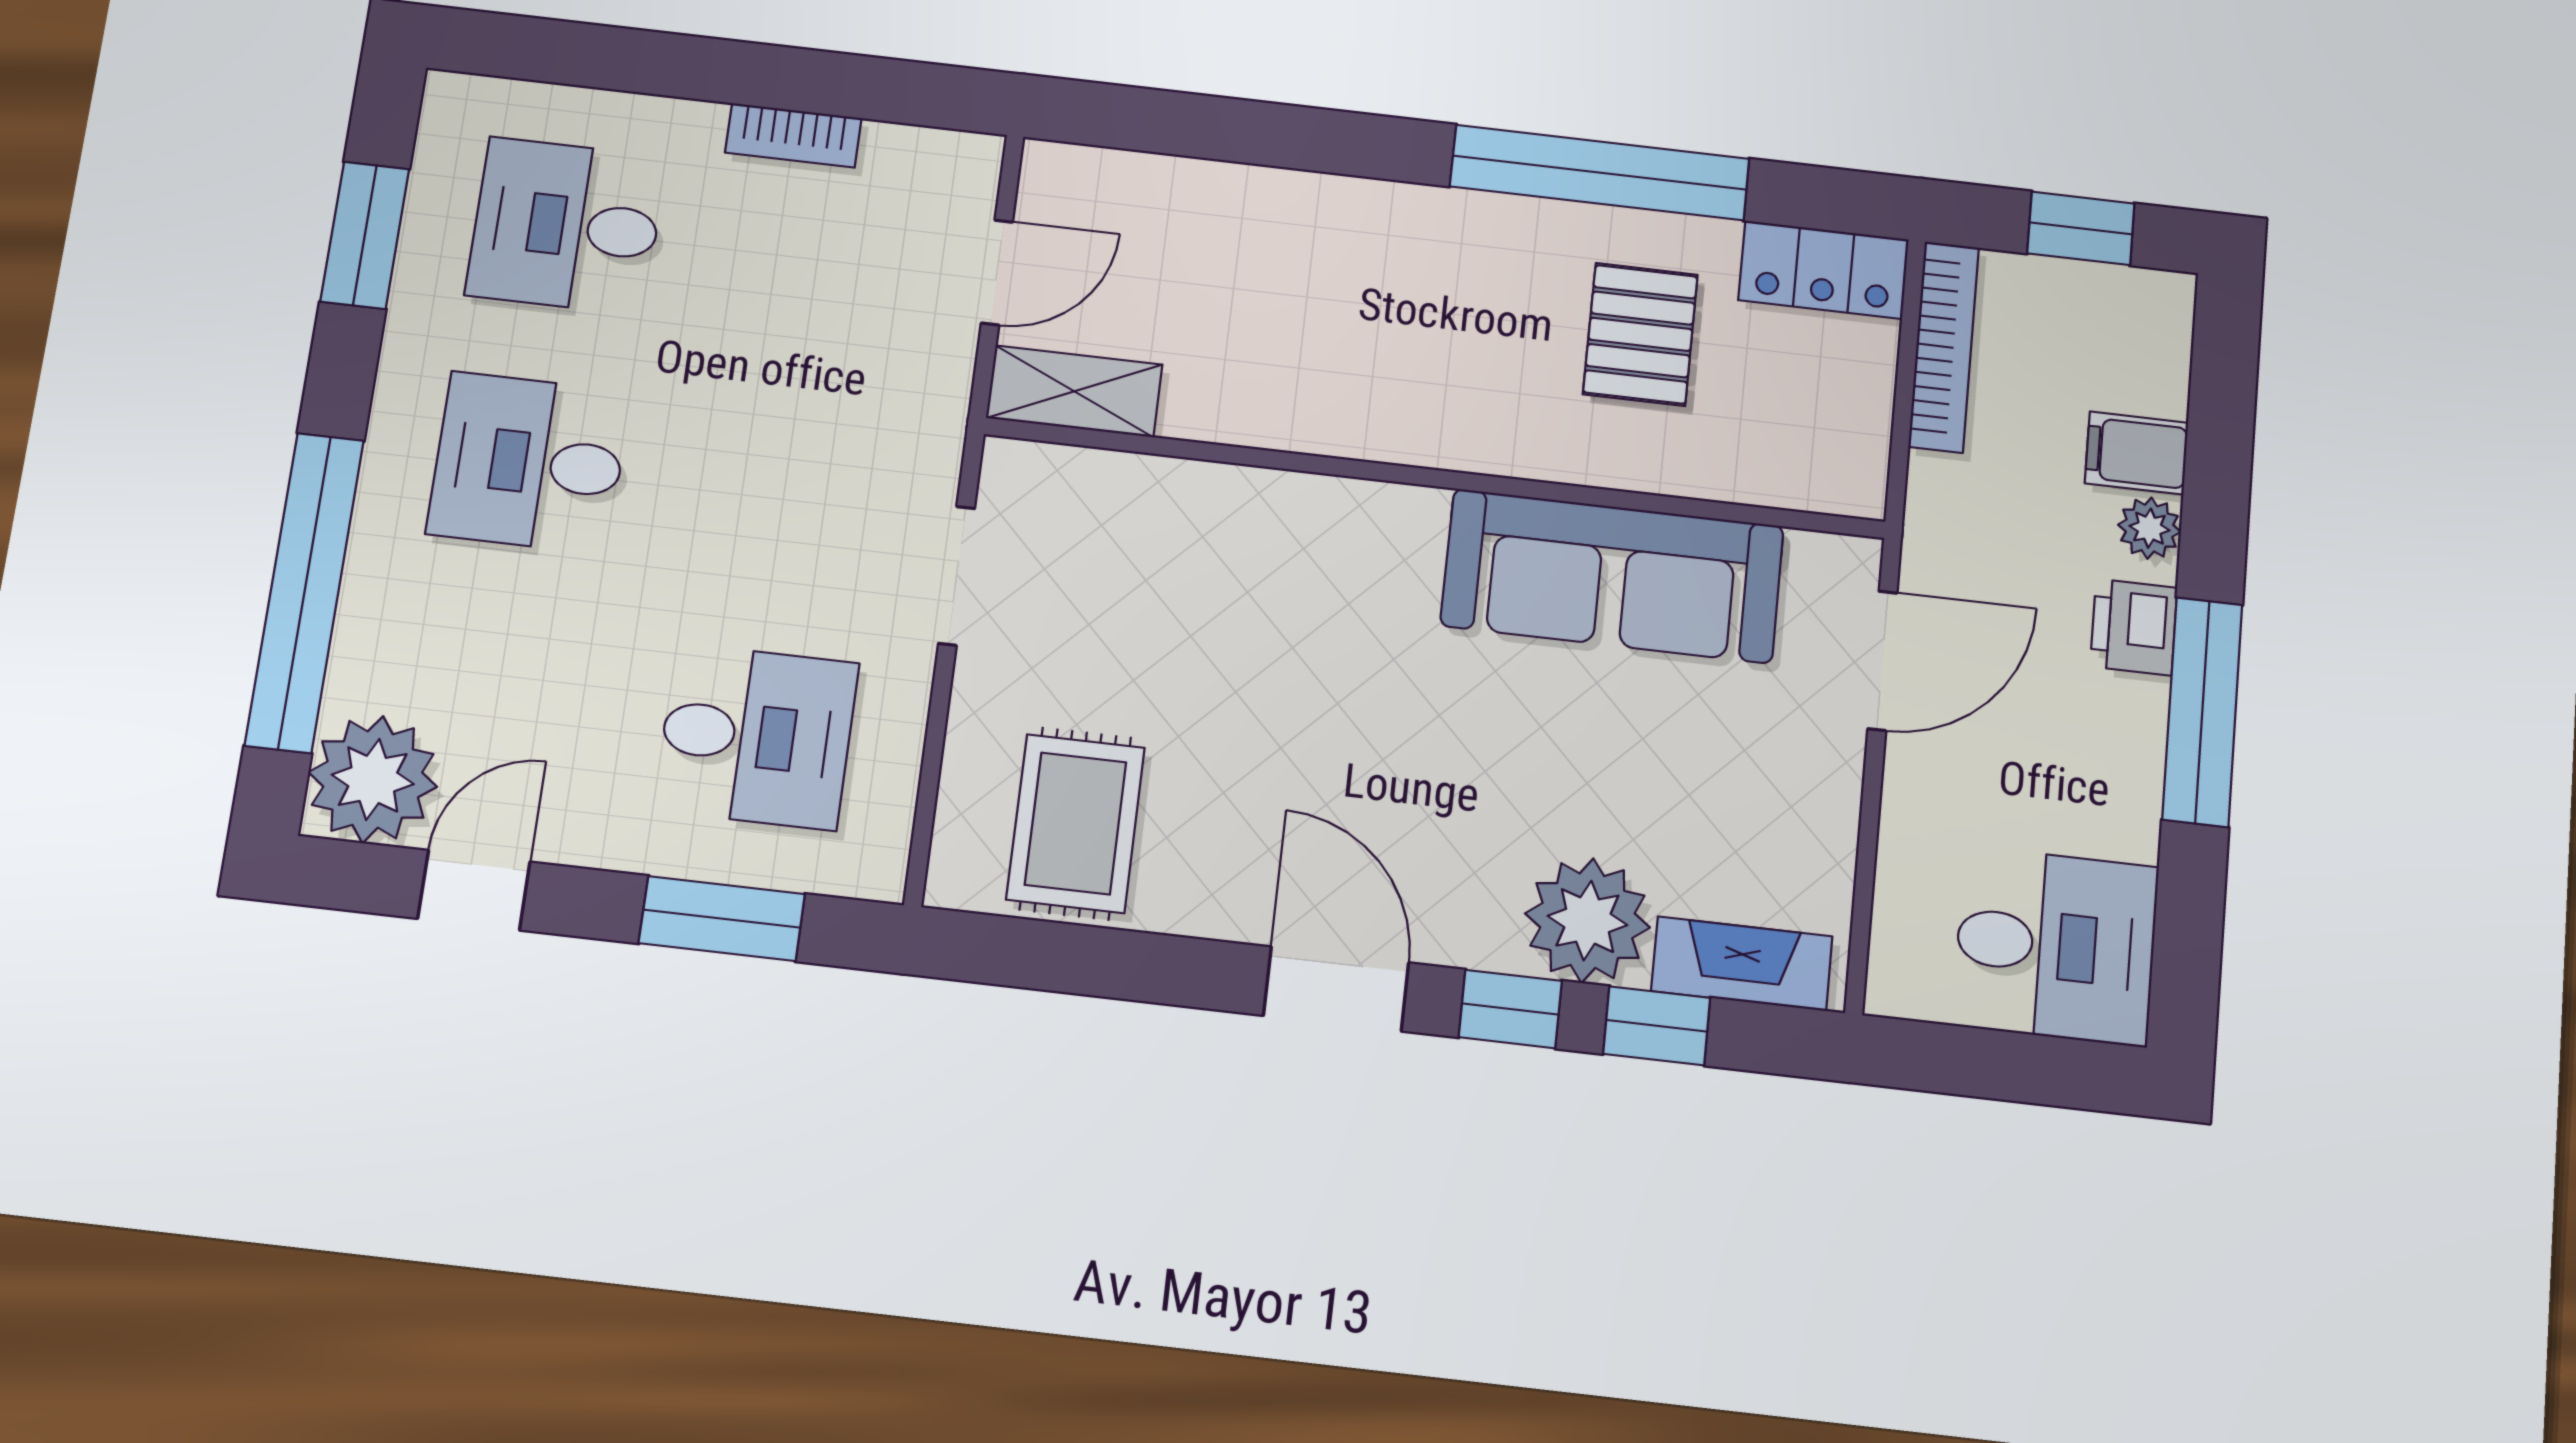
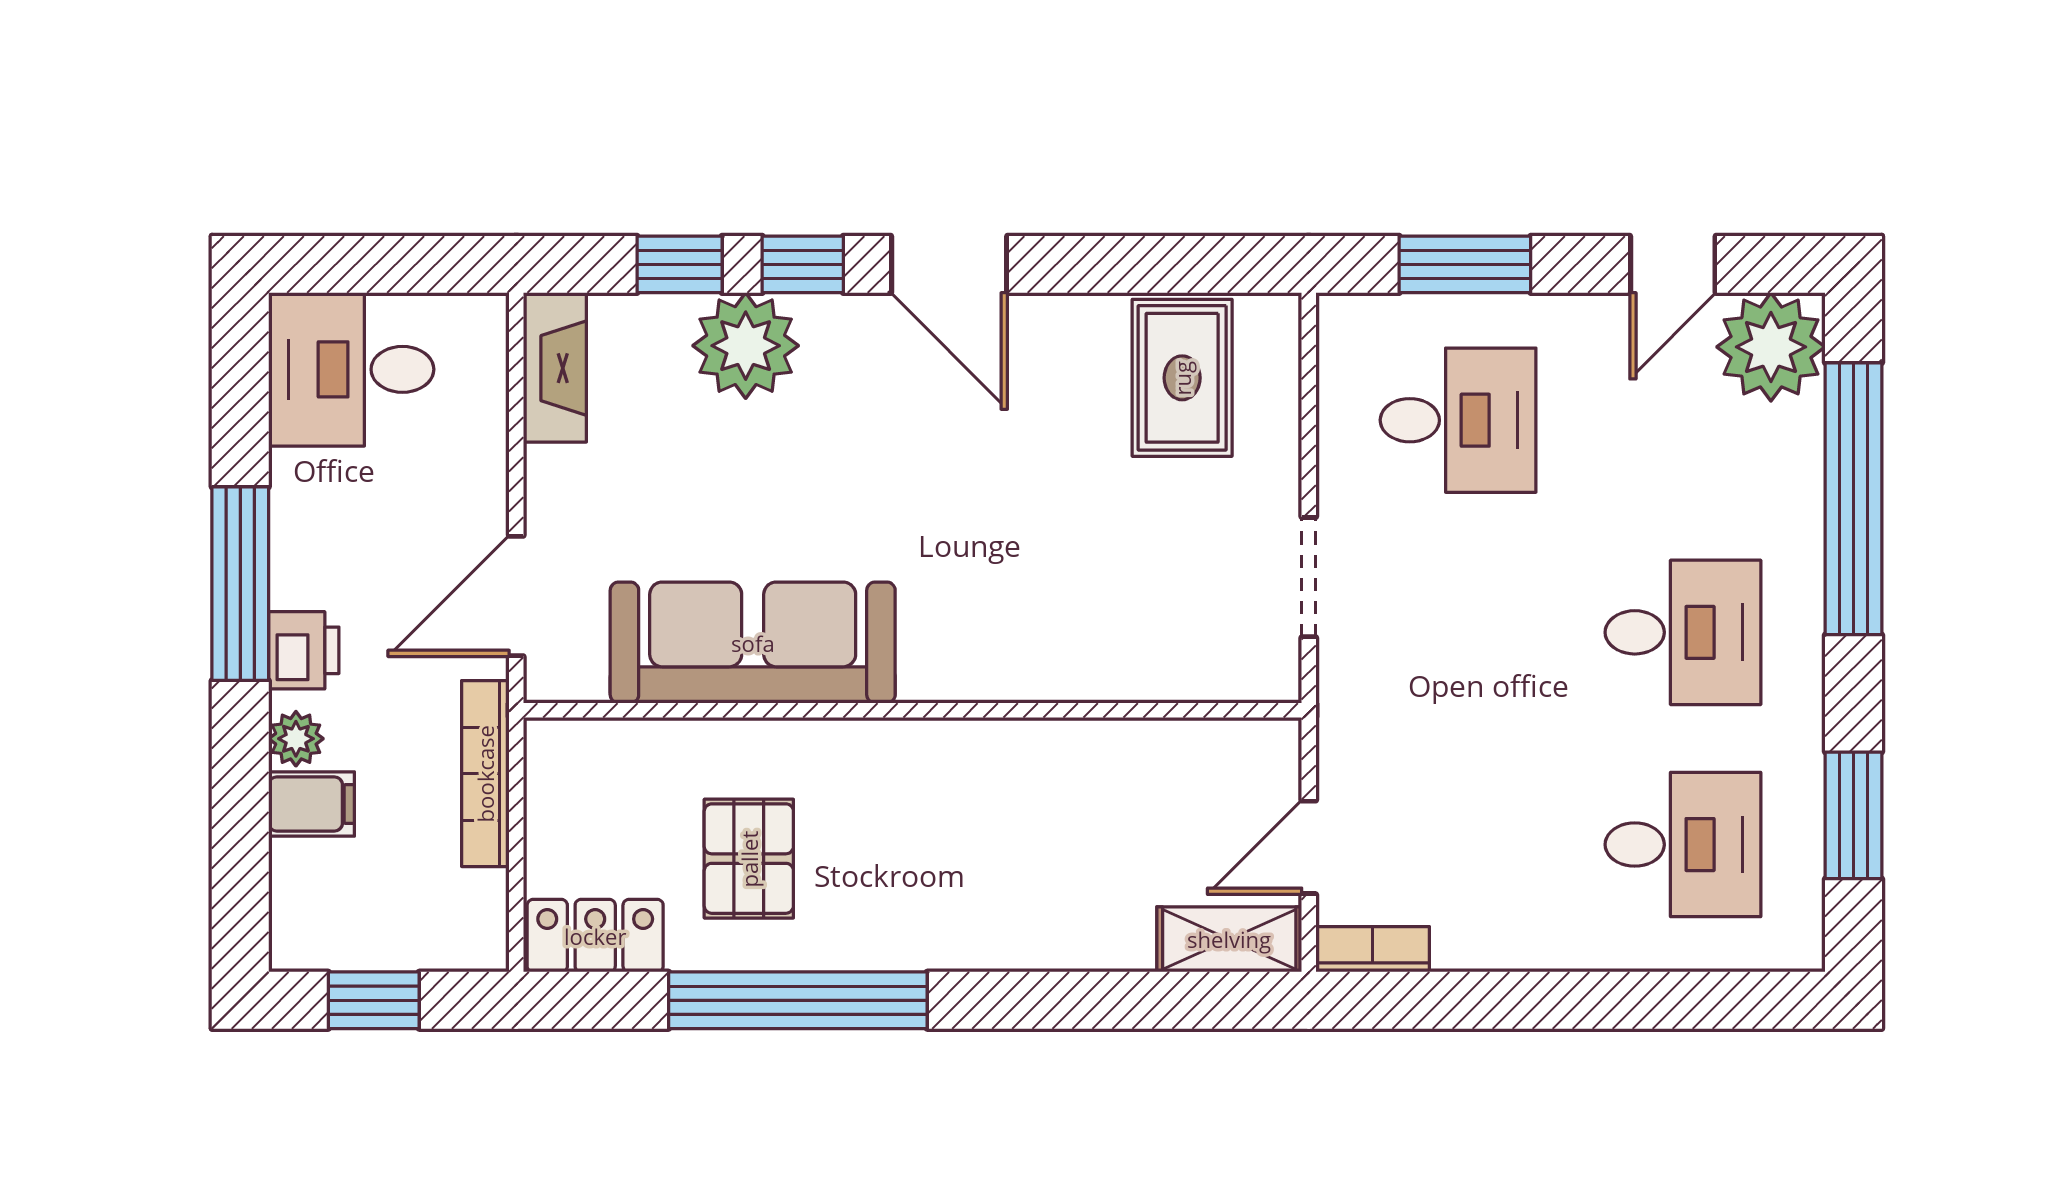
bookcase: (793, 135) -> (1373, 949), moved
bookcase: (1944, 347) -> (485, 774), moved
shelving: (1074, 391) -> (1229, 939), moved
desk: (756, 736) -> (1458, 420), turned 180
fireplace: (1742, 964) -> (555, 368), moved, turned -90

